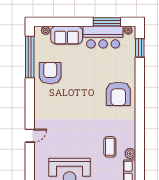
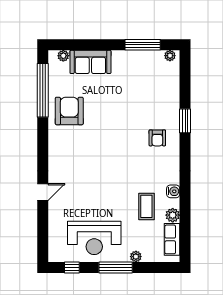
bar counter: (103, 37) -> (138, 64), removed
window: (140, 48) -> (185, 121), moved
armchair: (118, 94) -> (157, 138), width x0.53, depth x0.53
water cooler: (131, 135) -> (173, 191), added

